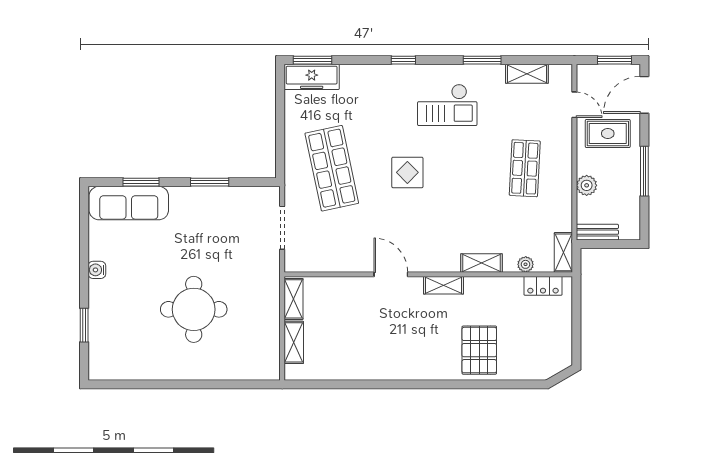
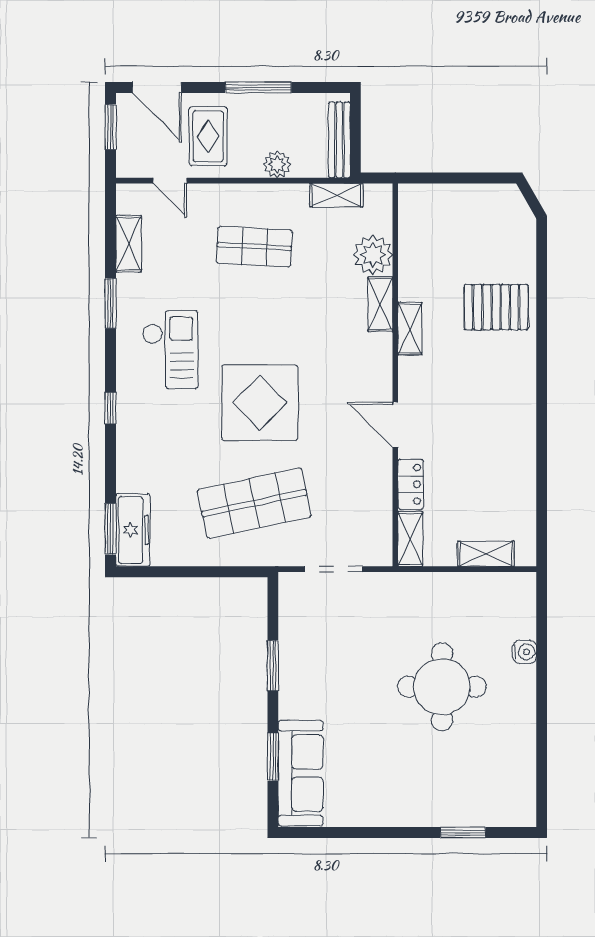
door: (574, 105) -> (170, 181), swing flipped
display table: (407, 172) -> (260, 403), width x1.86, depth x1.86
bench: (597, 232) -> (339, 140), width x1.36
shelving: (563, 252) -> (336, 195), moved
plant: (526, 264) -> (373, 255), width x1.88, depth x1.88
water cooler: (97, 270) -> (525, 652), moved, turned -90
door: (391, 274) -> (395, 425), hinge flipped
shelving: (443, 285) -> (410, 329), moved
locker: (543, 286) -> (411, 484), moved
shelving: (293, 299) -> (410, 539), moved, turned 90

